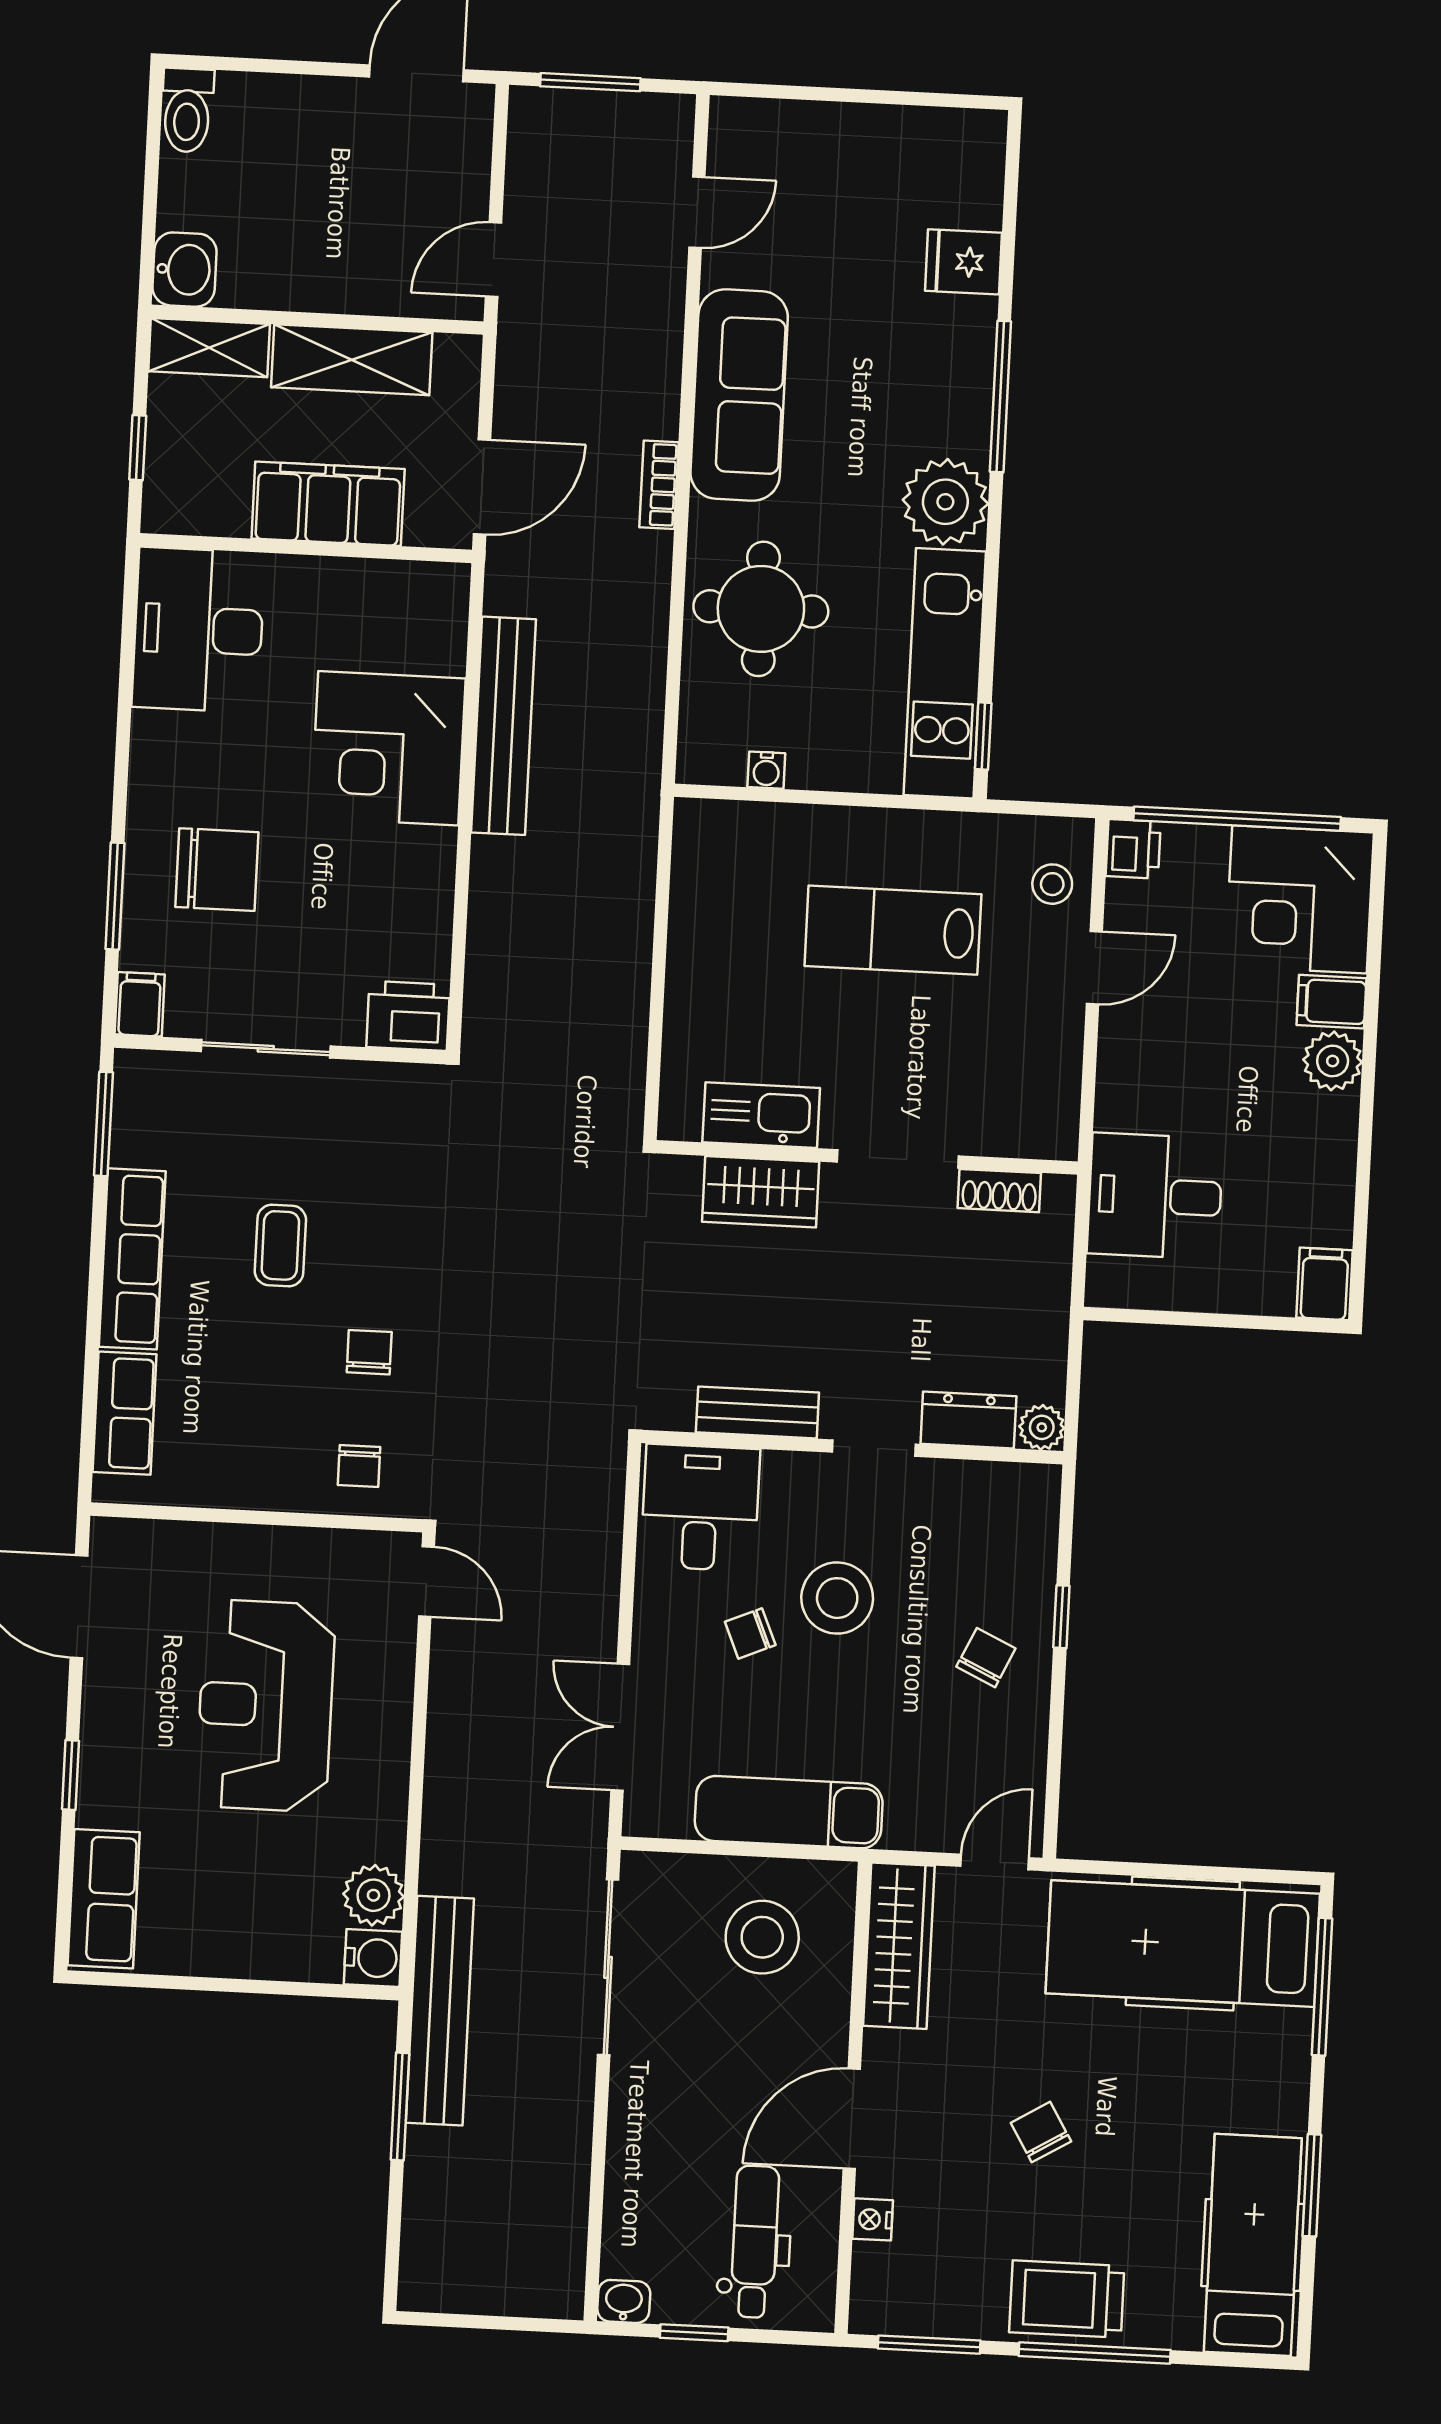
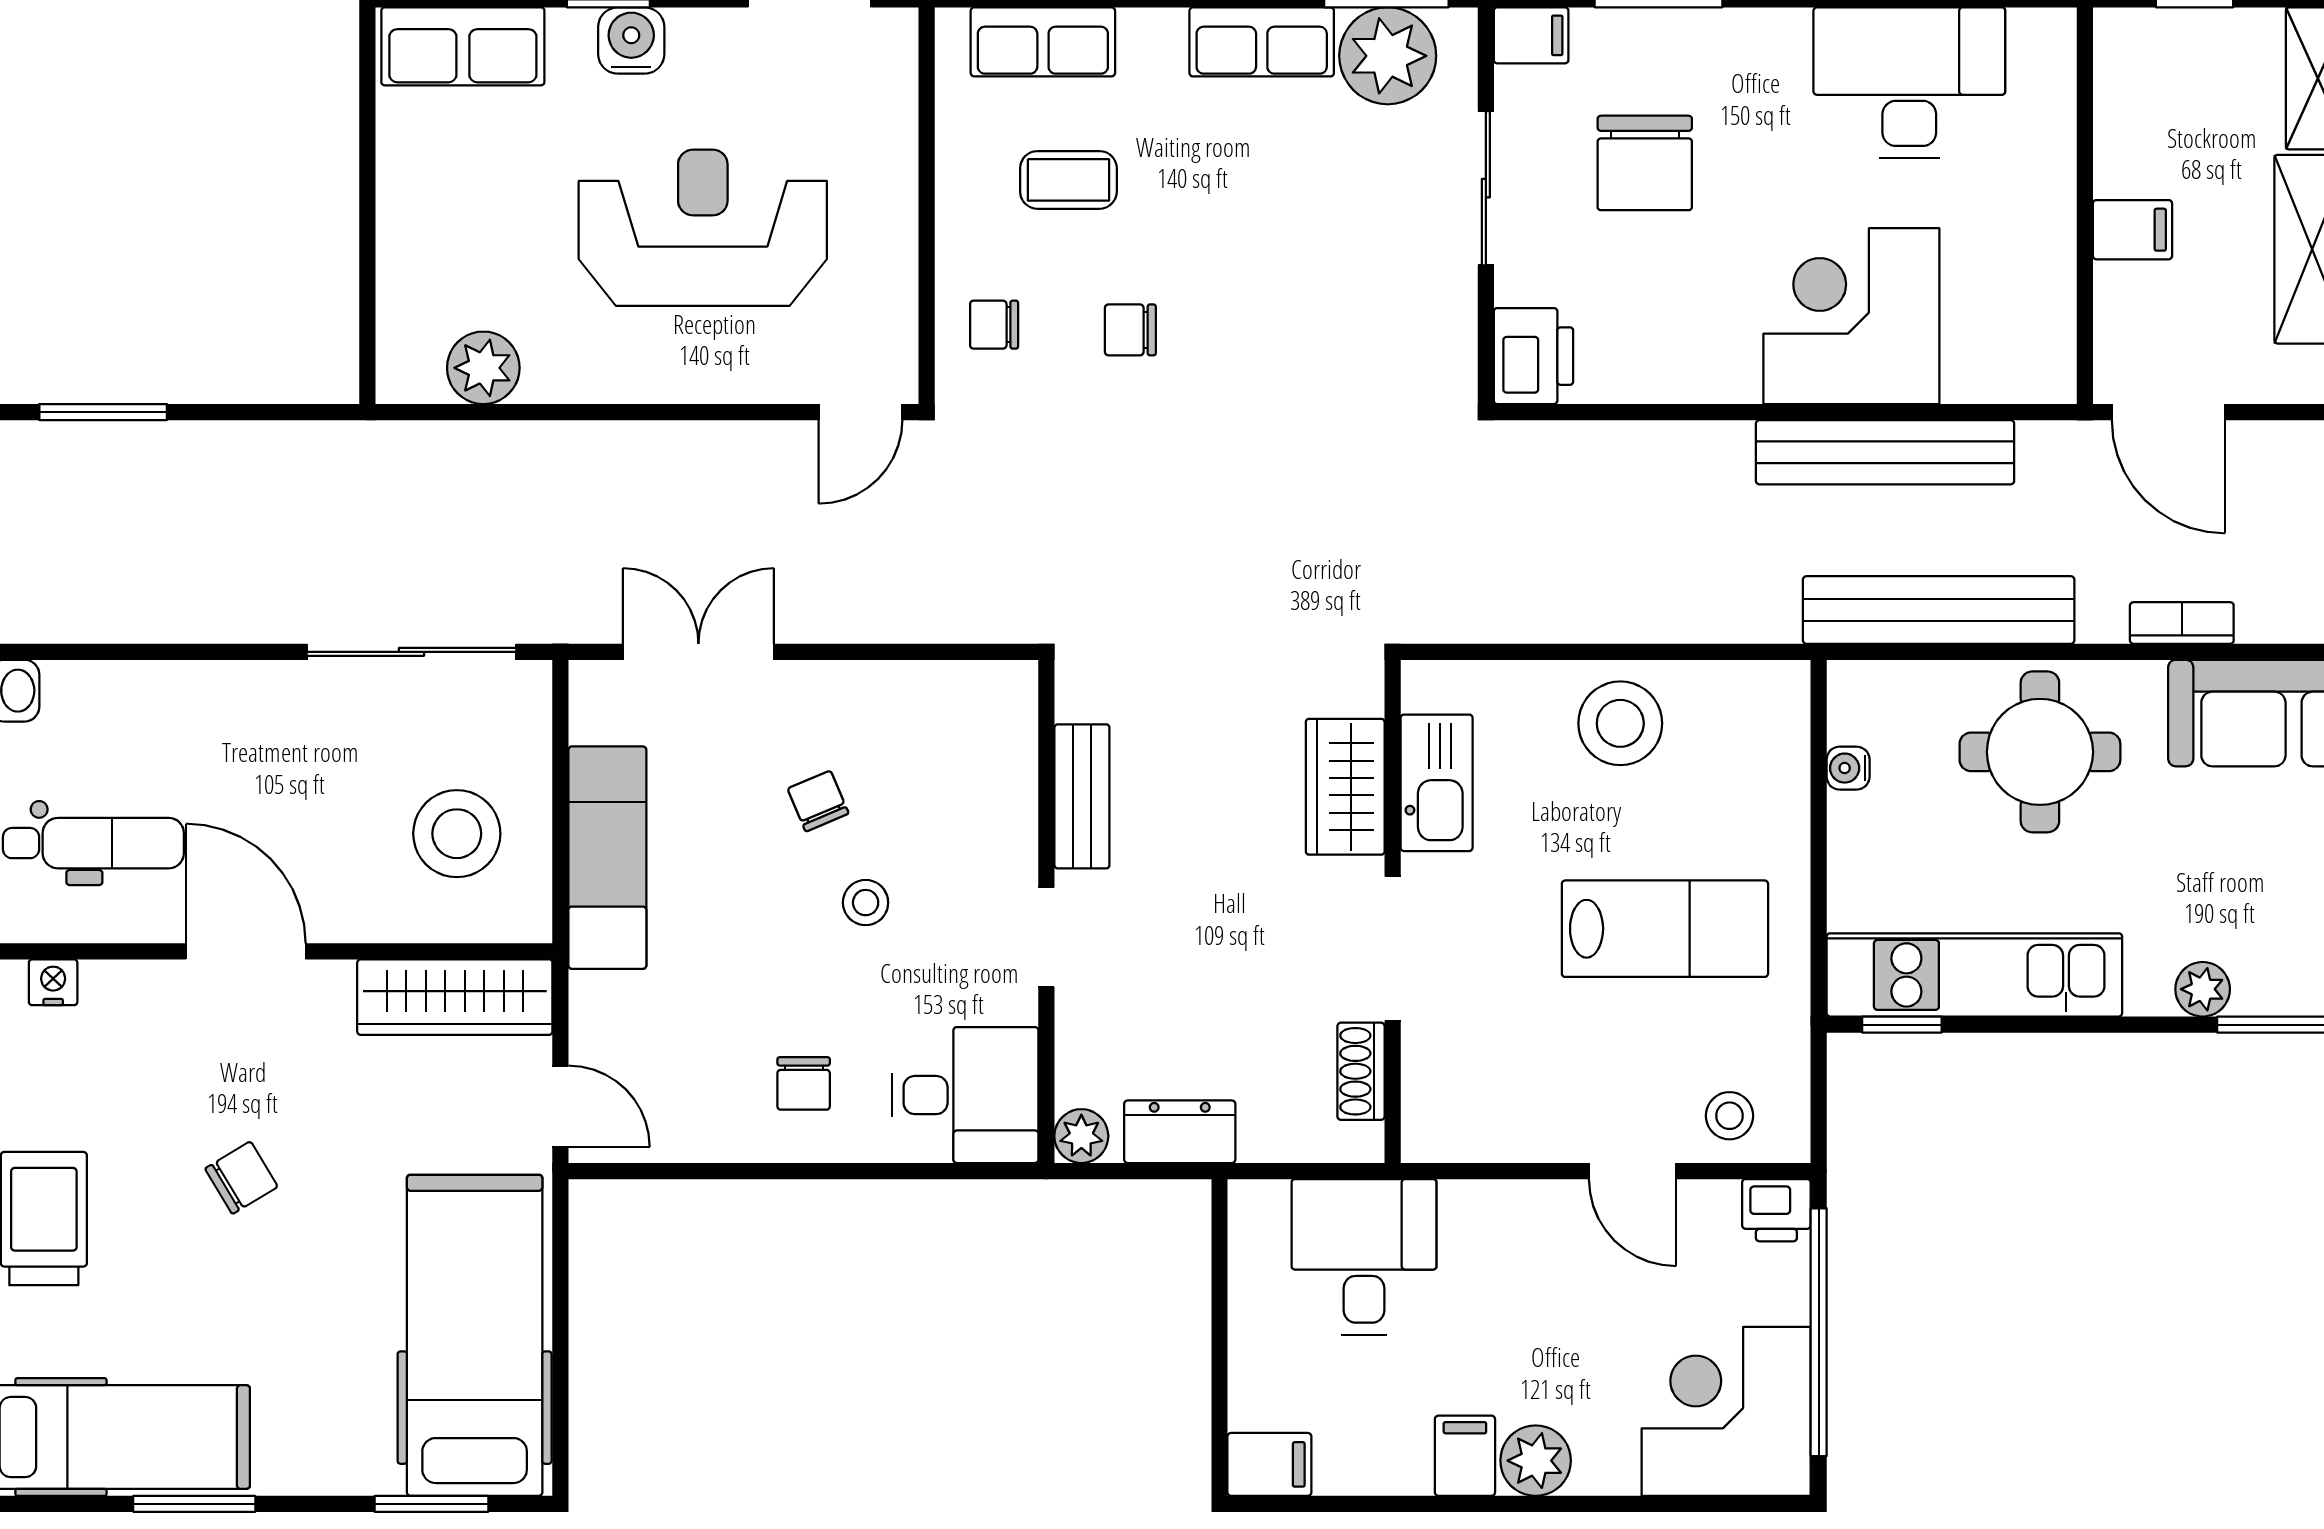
plant: (945, 502) -> (2203, 989), width x0.53, depth x0.53
filing cabinet: (328, 504) -> (2133, 230), width x0.33, depth x0.86
desk: (198, 630) -> (1909, 83), moved
chair: (217, 870) -> (1645, 163), moved
lab bench: (893, 930) -> (1665, 929), turned 90
stool: (719, 959) -> (1620, 723), added
filing cabinet: (1332, 1002) -> (1465, 1456), moved
plant: (151, 1125) -> (1388, 56), added
coffee table: (280, 1245) -> (1068, 180), moved
row of seats: (132, 1259) -> (1262, 42), width x0.68
chair: (369, 1352) -> (1130, 330), turned 180
dresser: (968, 1420) -> (1180, 1132), moved, turned -90
desk: (700, 1508) -> (965, 1095), moved
stool: (837, 1598) -> (866, 903), width x0.53, depth x0.53
window: (1061, 1617) -> (857, 1171), removed
chair: (986, 1658) -> (804, 1083), turned 65
water cooler: (373, 1958) -> (631, 41), moved, turned 180
window: (1322, 1987) -> (431, 1504), width x0.69
bench: (440, 2011) -> (1939, 610), moved
window: (400, 2106) -> (103, 412), moved
nightstand: (873, 2219) -> (53, 982), moved

